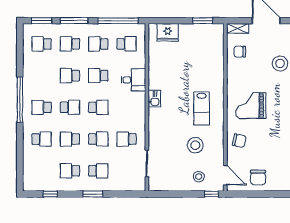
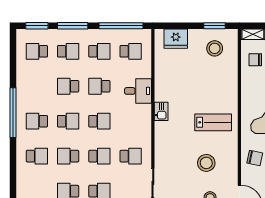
stool: (203, 41) -> (215, 48), added
school desk: (70, 44) -> (68, 51), turned 180
school desk: (98, 44) -> (99, 51), turned 180
lab bench: (202, 108) -> (213, 122), turned -90
school desk: (127, 139) -> (131, 156), turned 180

